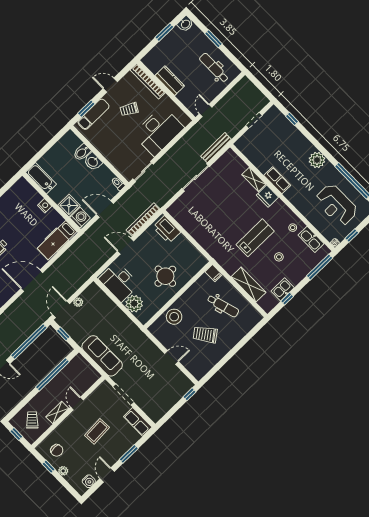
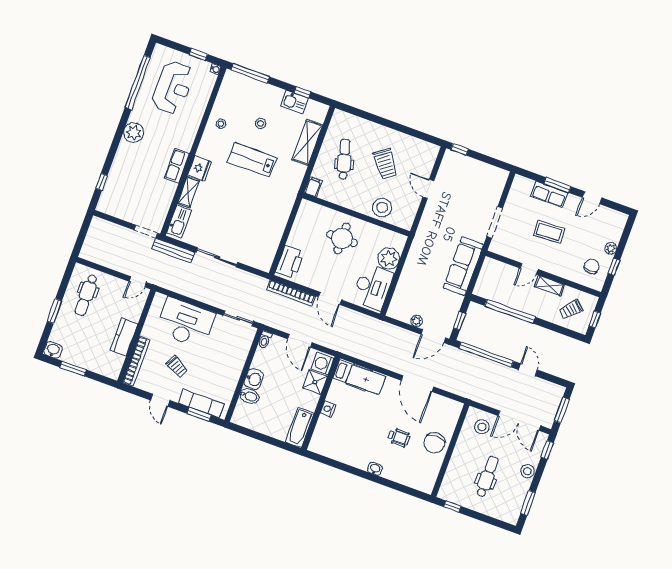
doorway: (254, 120) -> (146, 231), moved
kitchen sink: (311, 239) -> (179, 221), moved
row of seats: (138, 422) -> (549, 194), moved, turned 90
water cooler: (89, 481) -> (609, 215), removed

